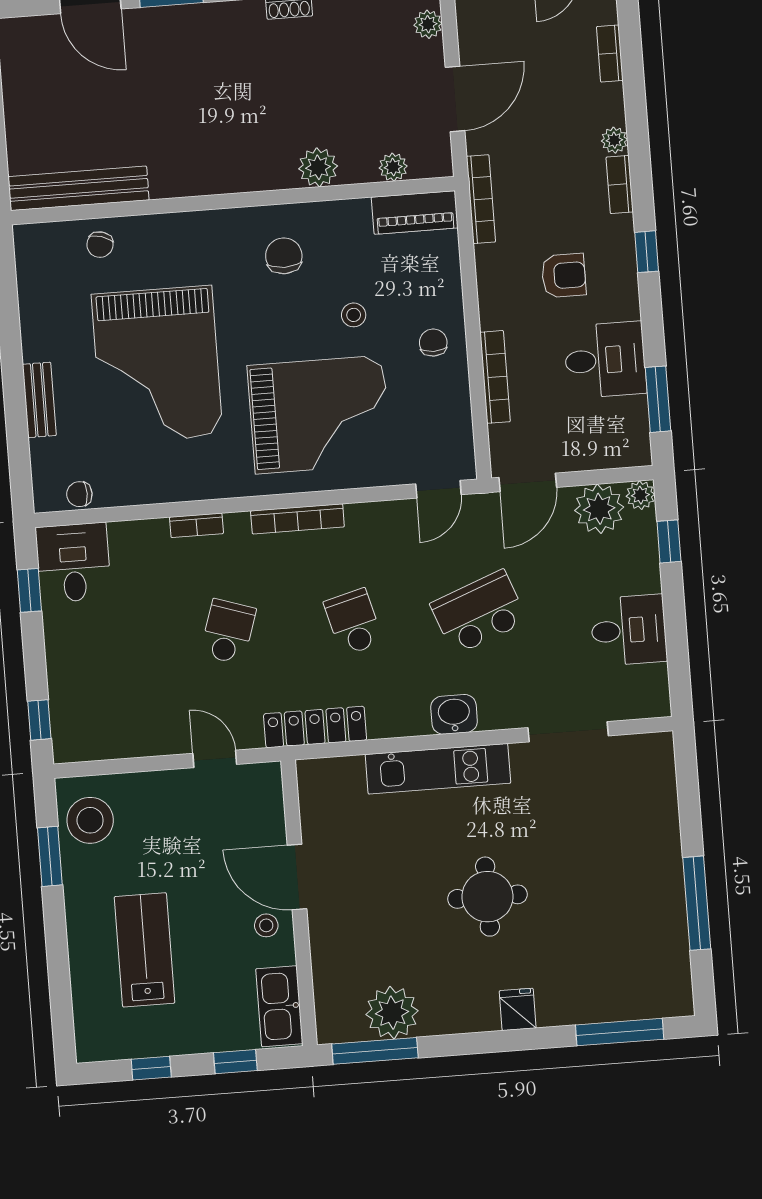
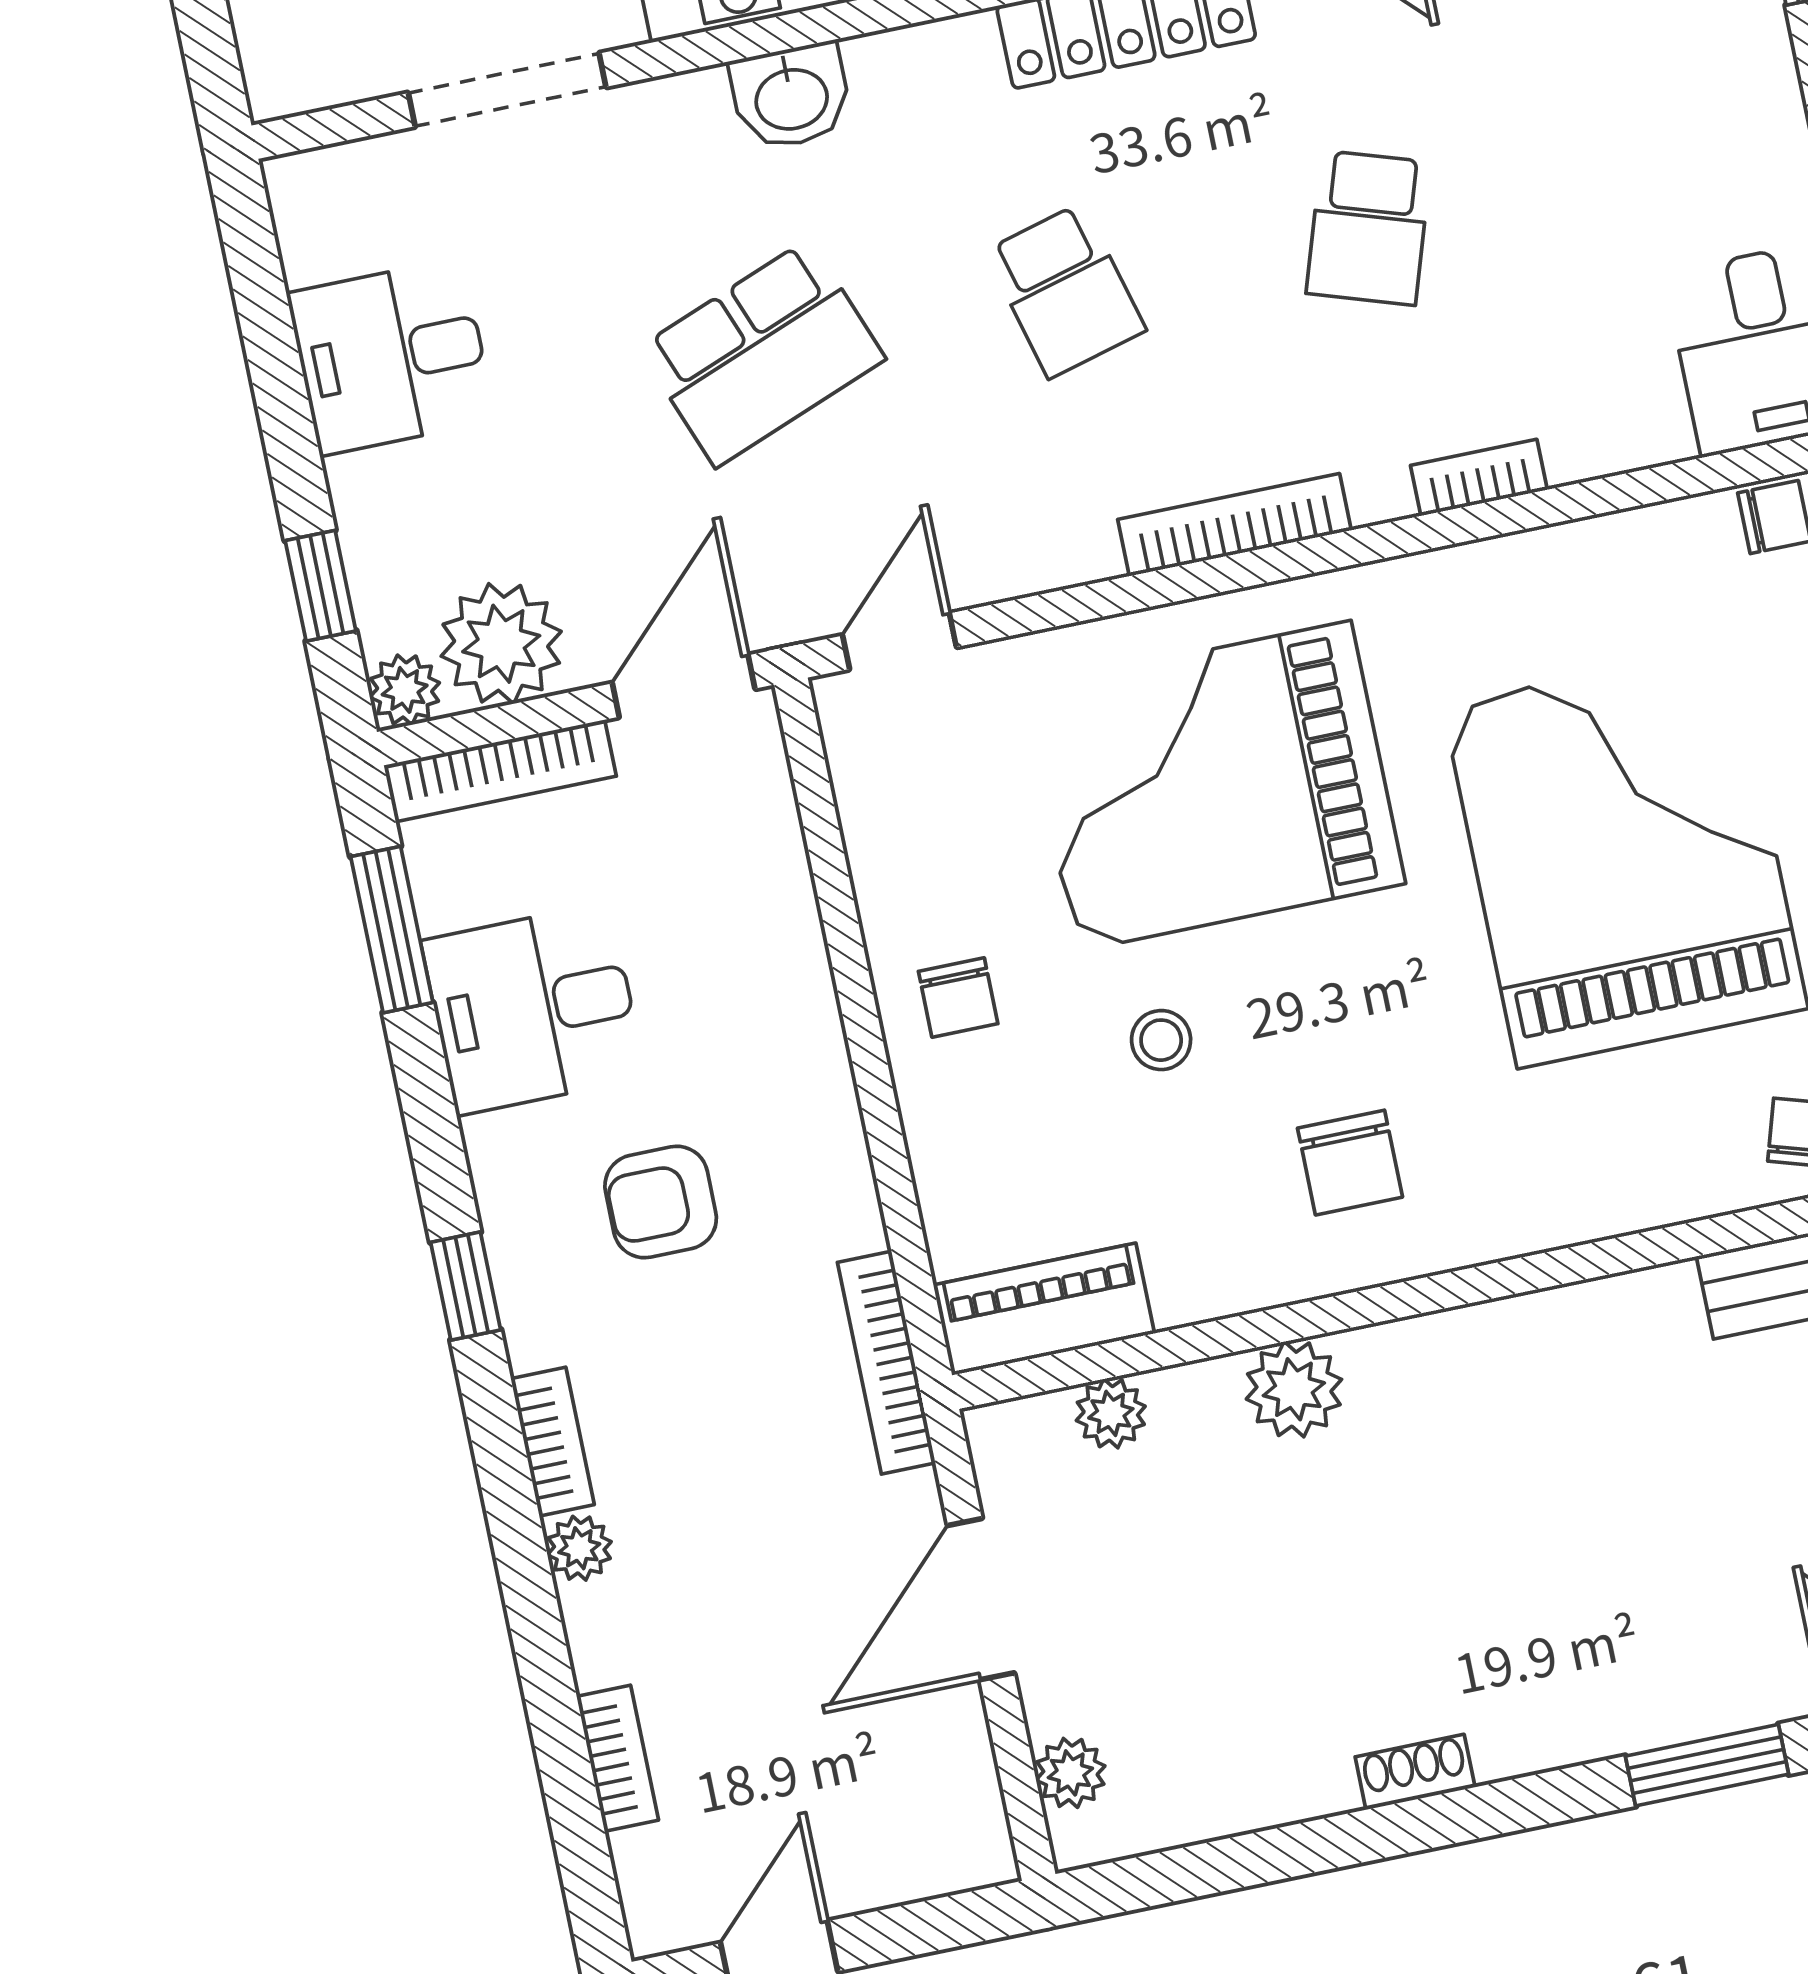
bookcase: (495, 377) -> (500, 771), moved, turned -90

